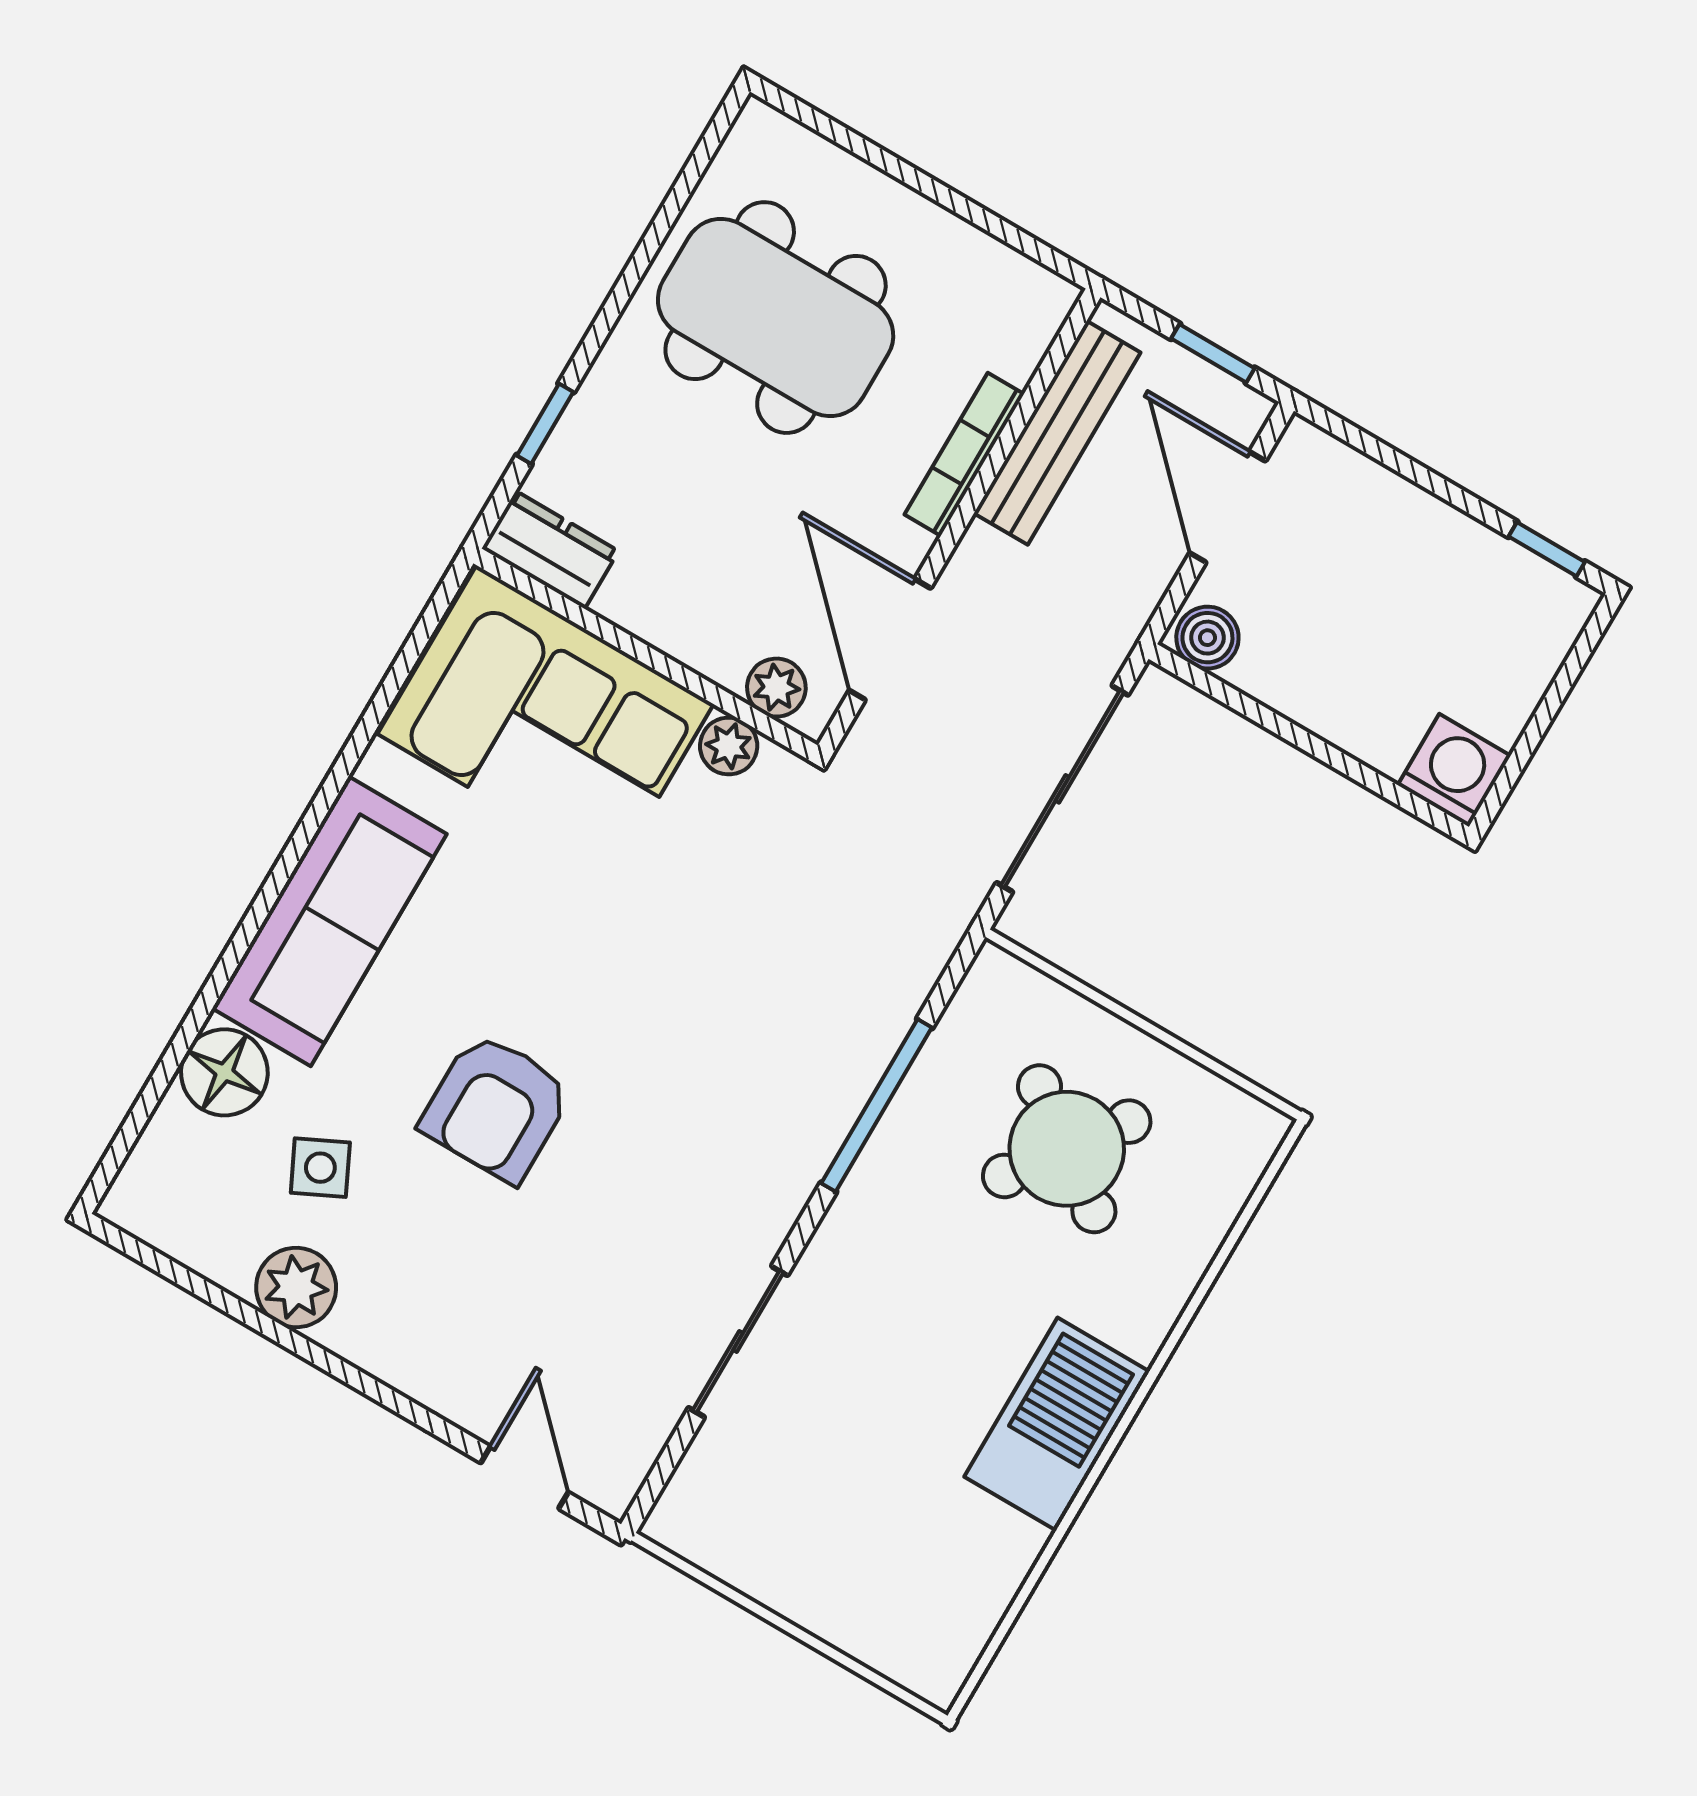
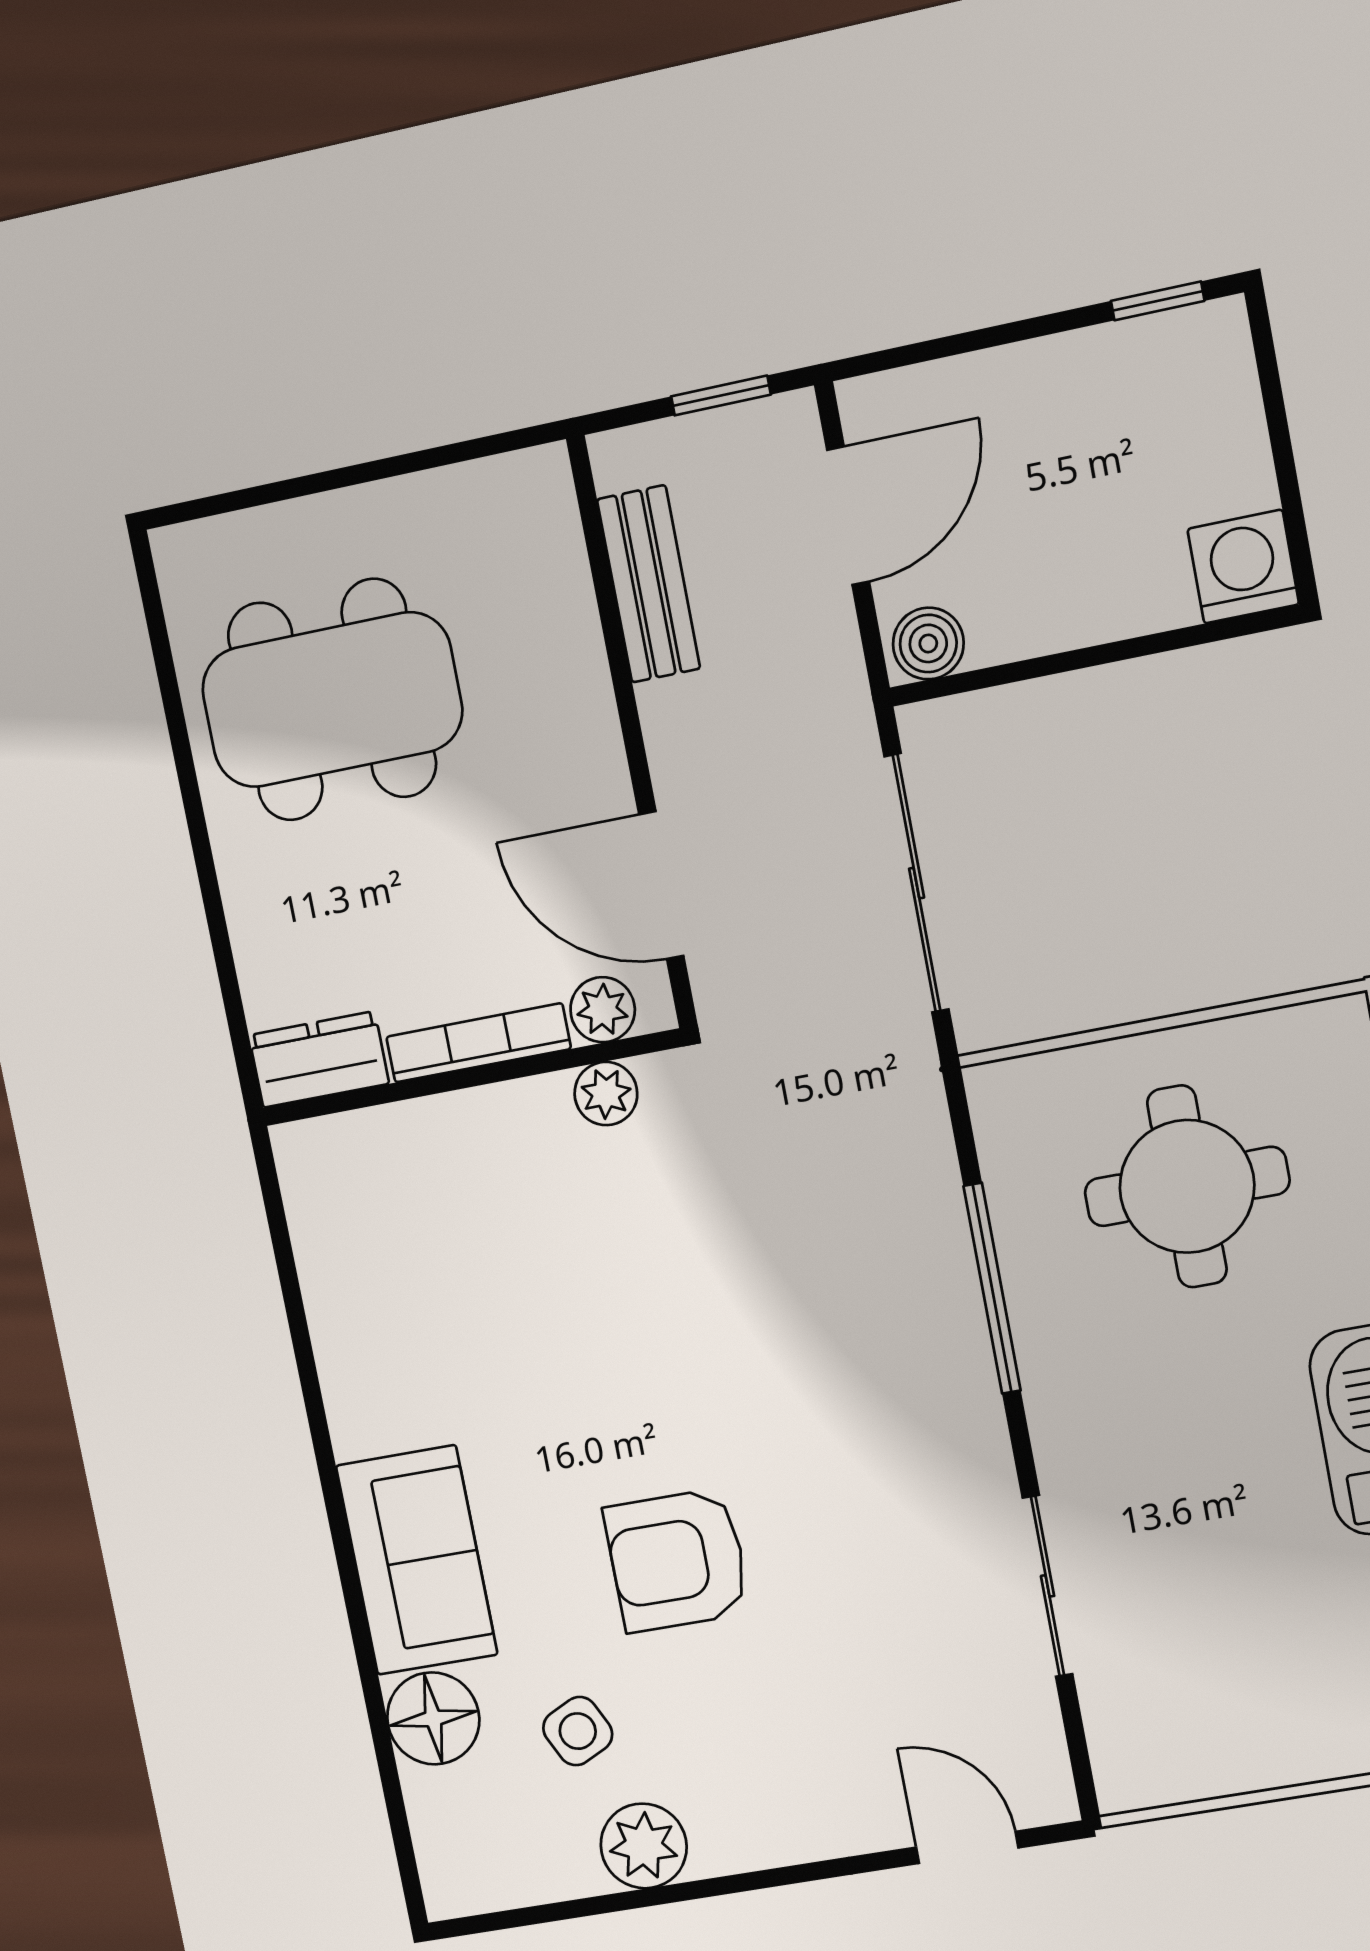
window: (545, 424) -> (224, 959), removed
bench: (1057, 433) -> (649, 584), width x0.73
bookcase: (964, 454) -> (478, 1043), moved, turned 90
door: (1228, 507) -> (848, 516), swing flipped
corner sofa: (546, 719) -> (437, 1203), removed
sofa: (329, 921) -> (417, 1560), width x0.73
armchair: (496, 1108) -> (677, 1560), turned 90
round table: (1067, 1149) -> (1187, 1186), turned -36

